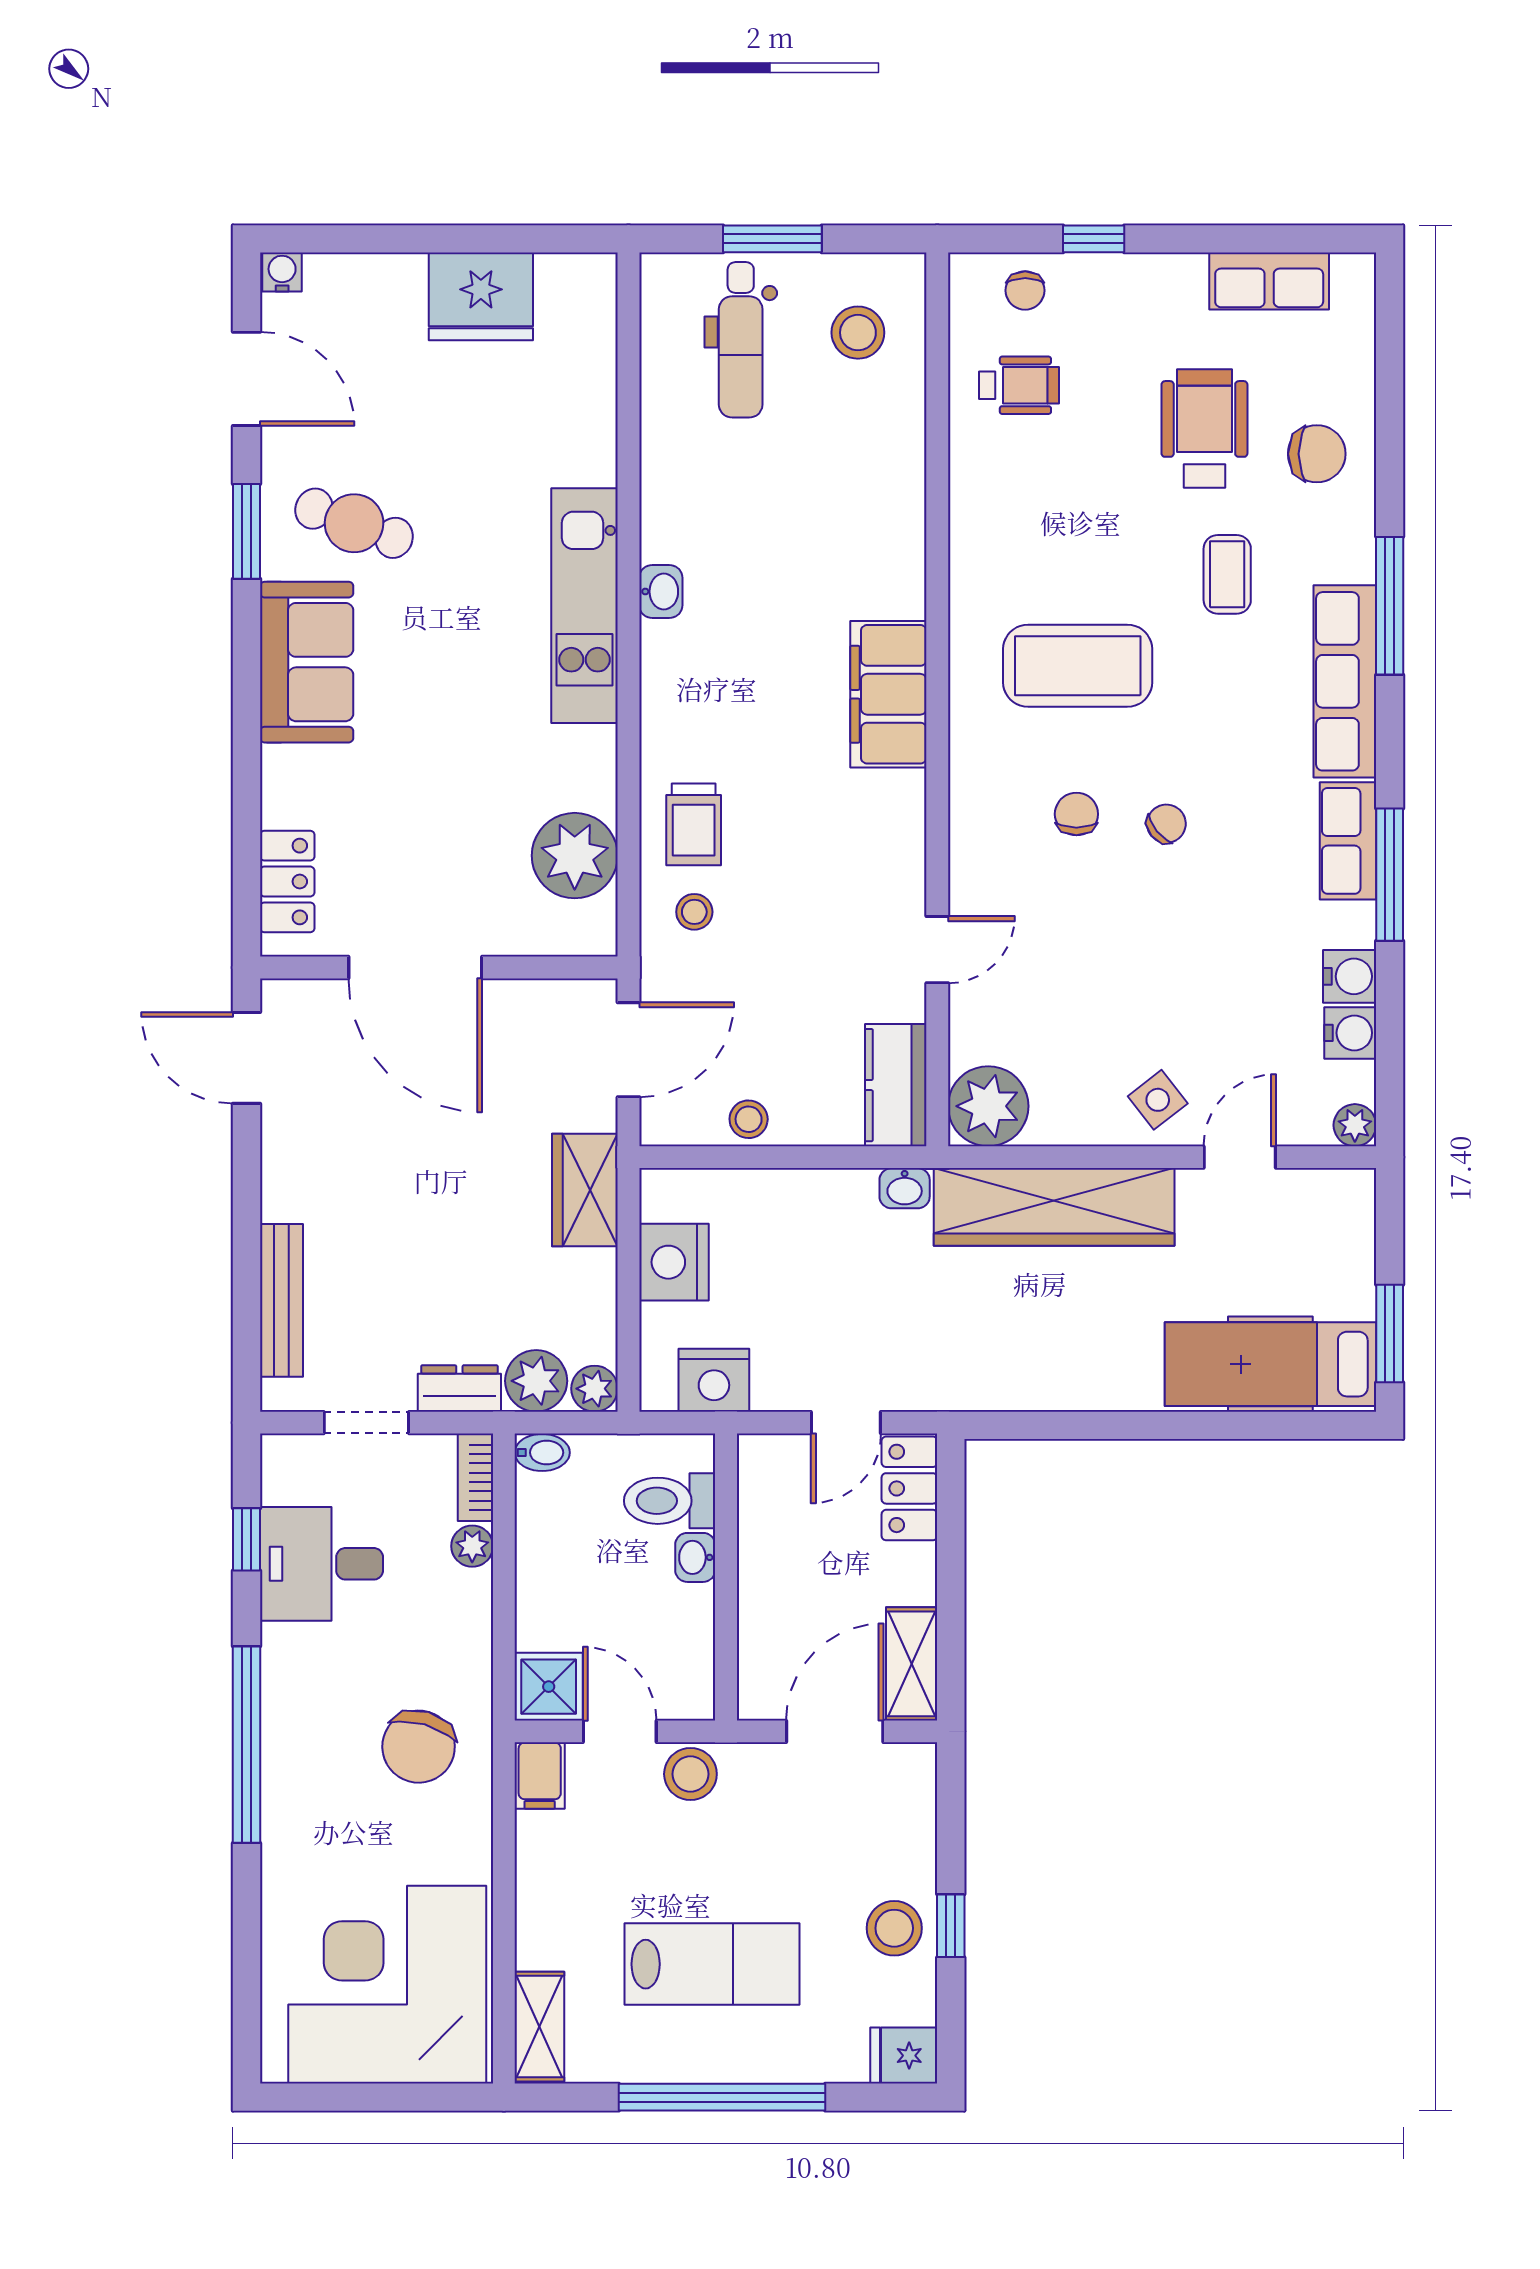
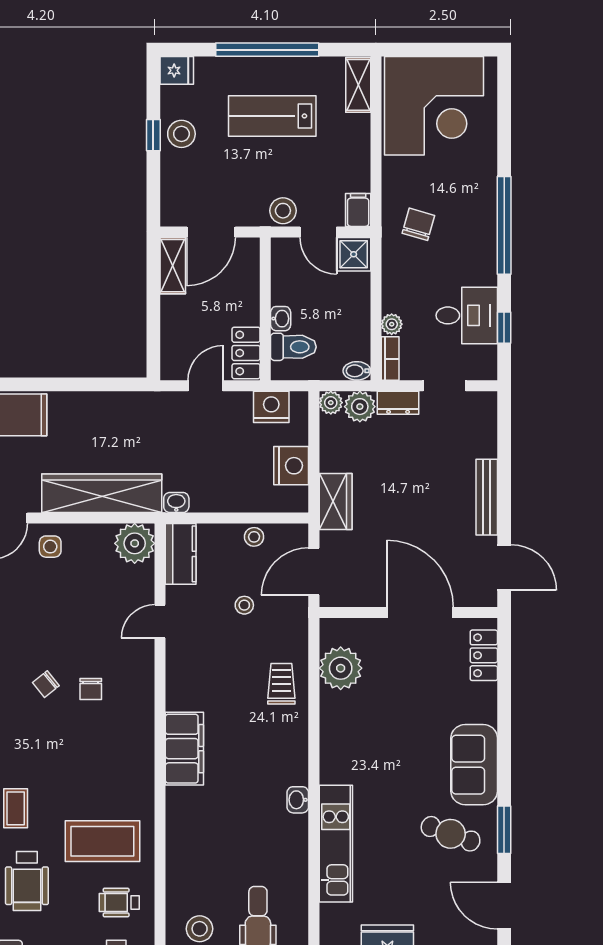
kitchen unit: (584, 606) -> (336, 844), moved
coffee table: (1078, 666) -> (102, 841), moved
stool: (694, 912) -> (244, 605), moved
side table: (1158, 1100) -> (50, 547), turned 38
bench: (281, 1300) -> (487, 497), moved
locker: (909, 1488) -> (246, 353), moved, turned 180
chair: (419, 1747) -> (418, 224), width x0.73, depth x0.73

